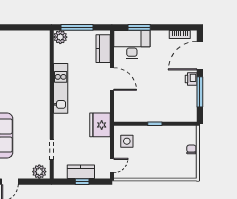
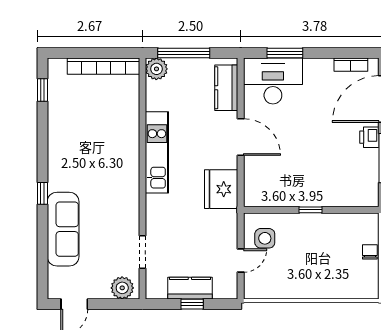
bookcase: (28, 35) -> (103, 66), added
fridge: (100, 125) -> (221, 189), moved
door: (112, 165) -> (241, 260), moved

